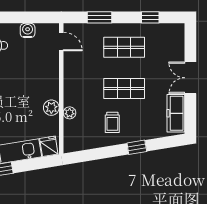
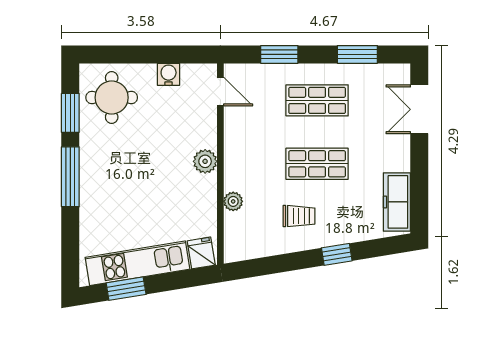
window: (150, 17) -> (357, 54), width x1.50
double door: (190, 78) -> (419, 109), moved
plant: (51, 108) -> (205, 161), moved
trolley: (112, 122) -> (299, 216), turned -90

